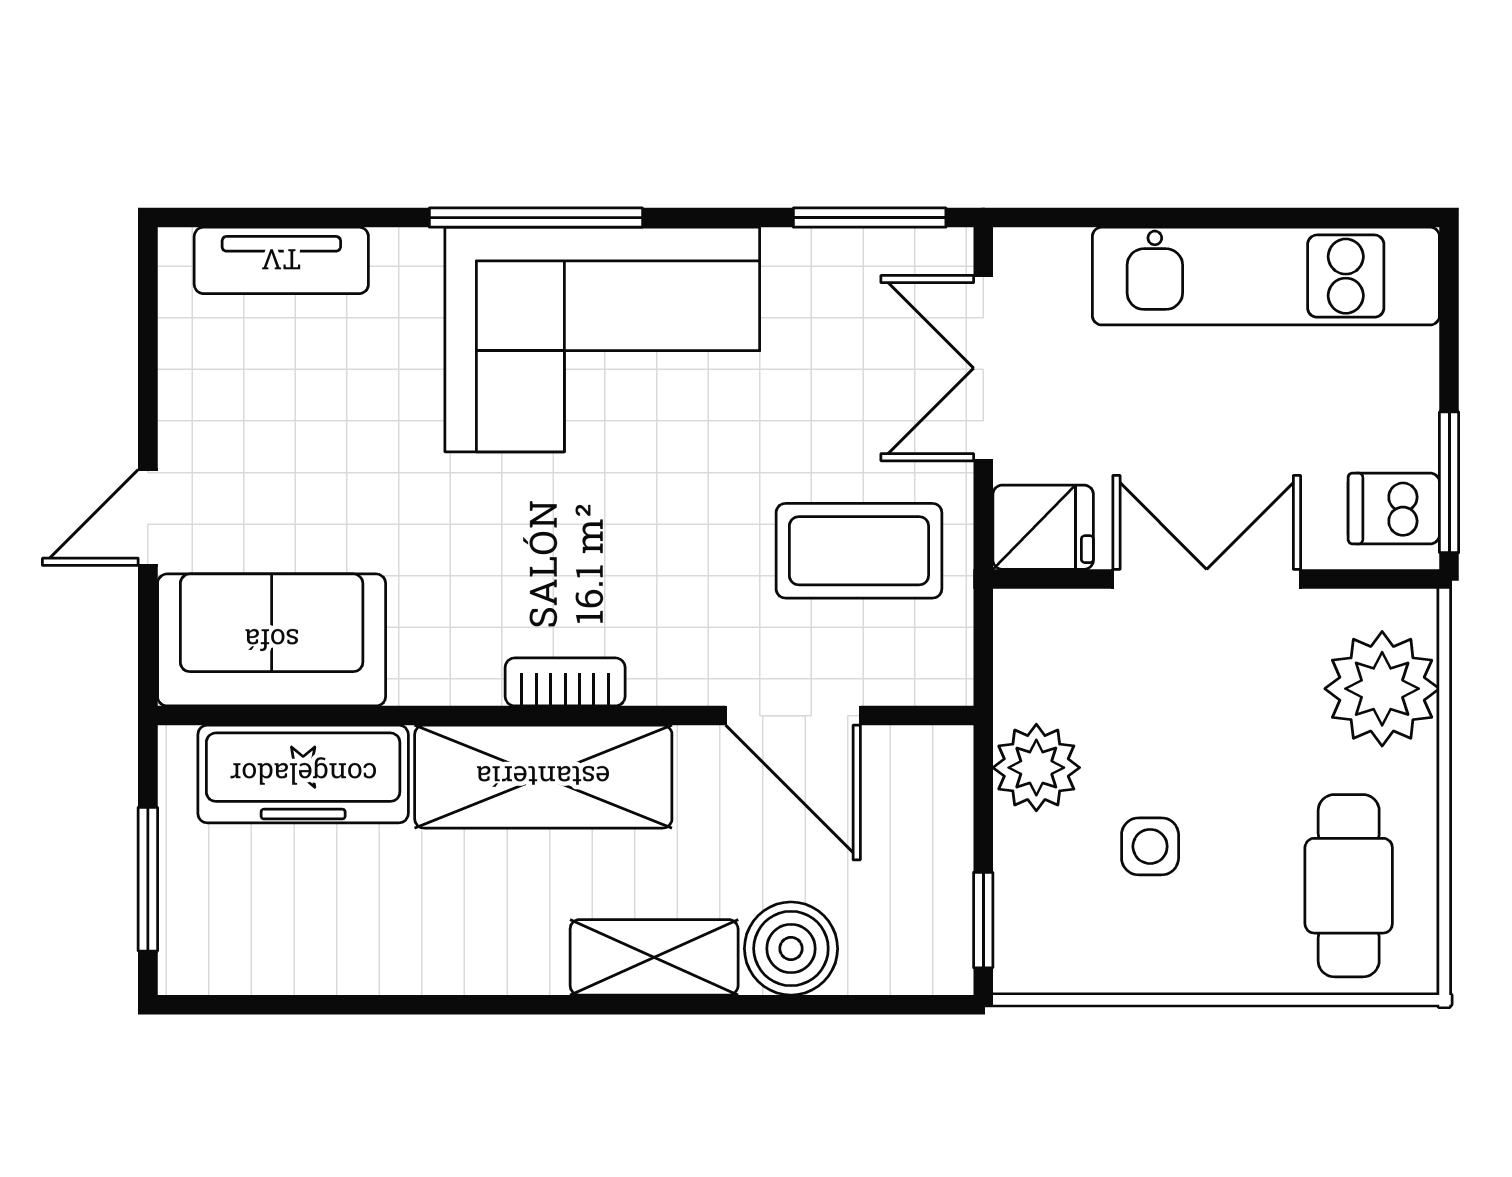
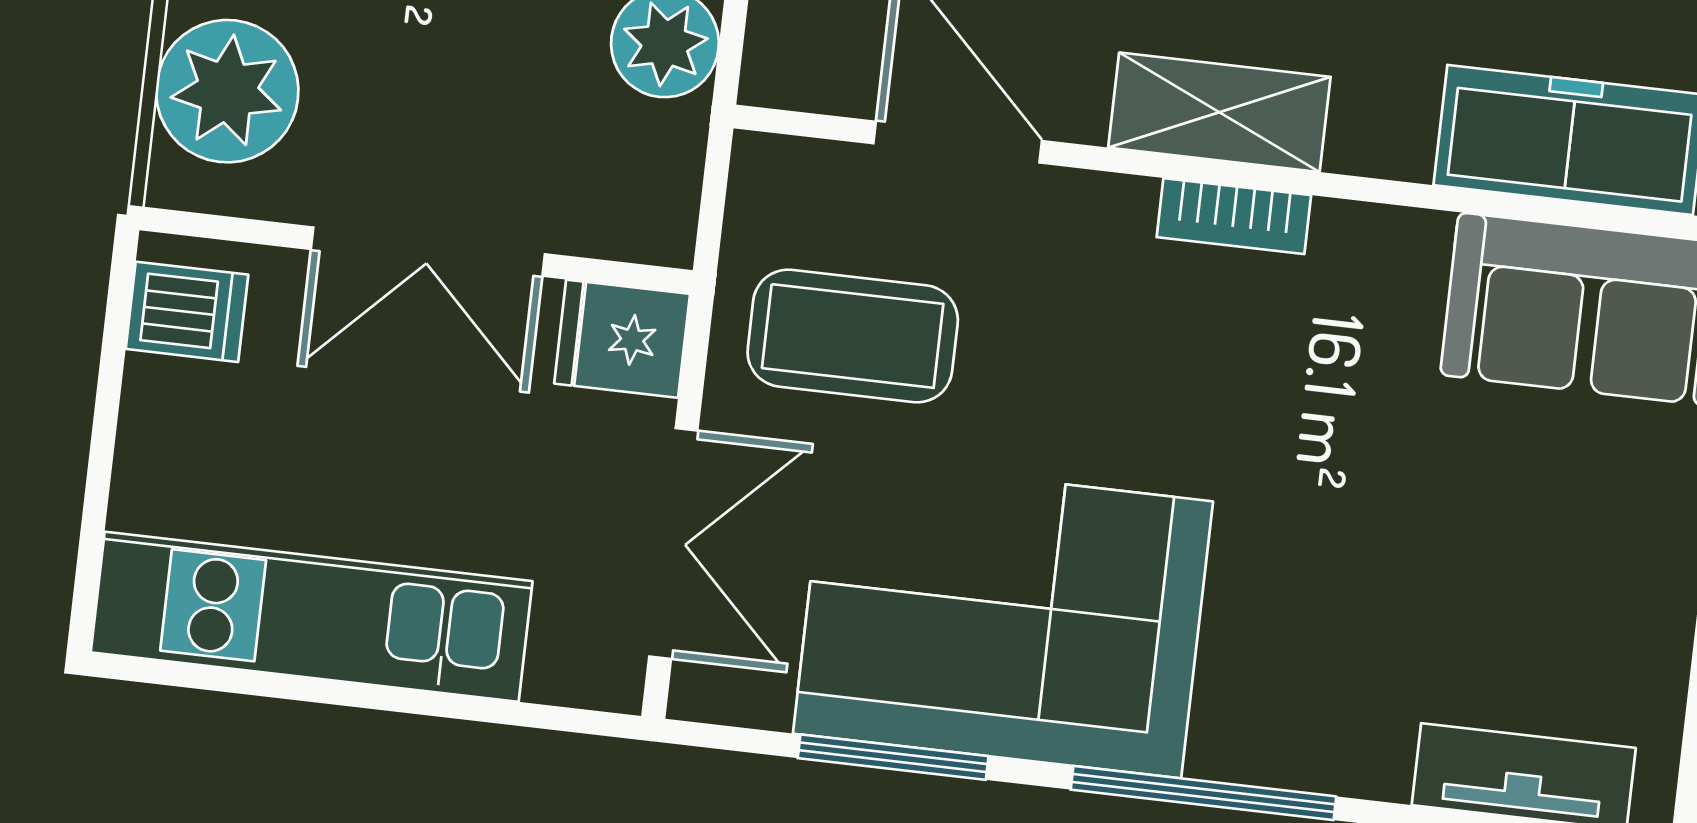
window: (870, 218) -> (893, 757), moved
corner sofa: (602, 339) -> (1003, 617), moved
window: (1449, 482) -> (115, 336), removed
shelving: (543, 777) -> (1219, 112), width x0.67, depth x0.75

